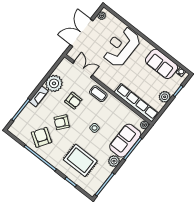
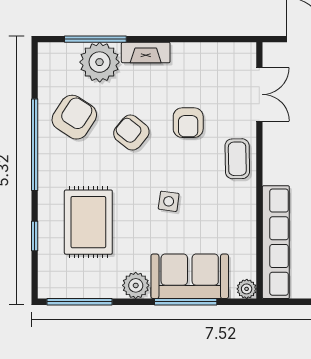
plant: (54, 83) -> (100, 62), moved

